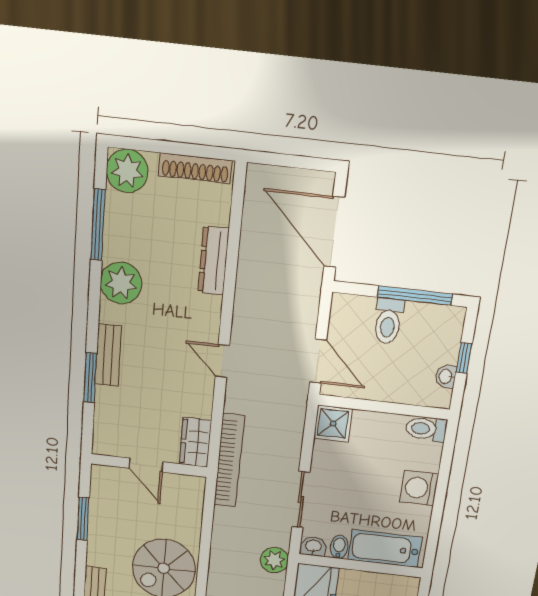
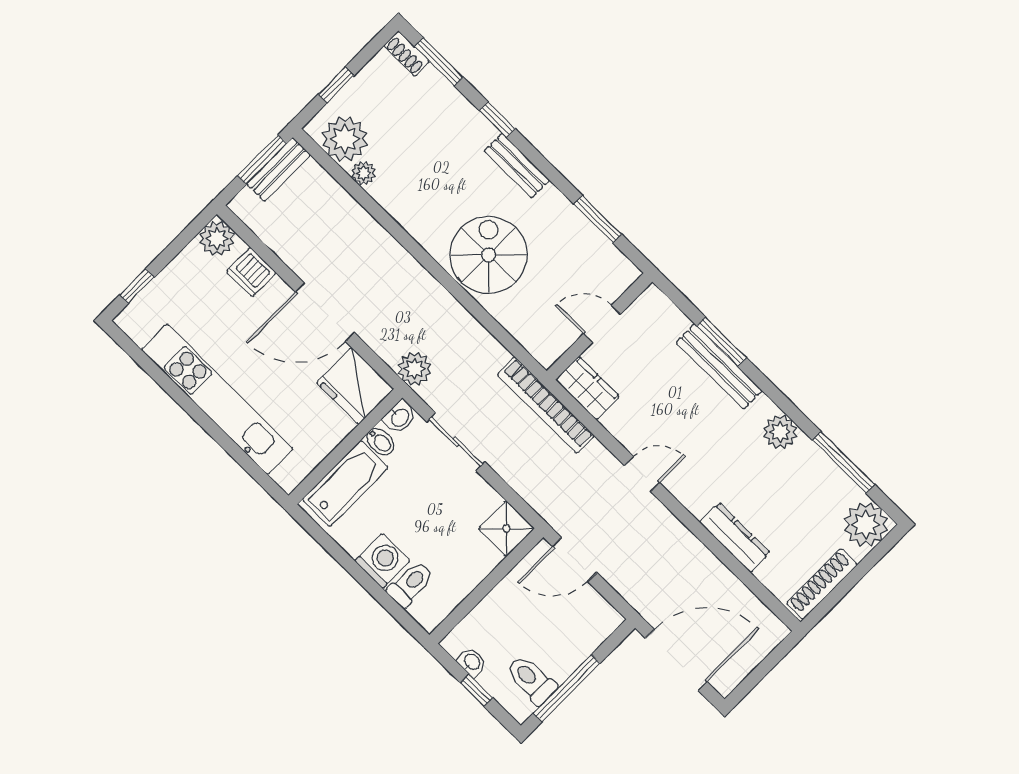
plant: (121, 283) -> (780, 432), width x0.73, depth x0.73
toilet: (388, 321) -> (531, 680), moved
bench: (108, 355) -> (719, 366), width x1.36
toilet: (426, 429) -> (410, 584), moved

